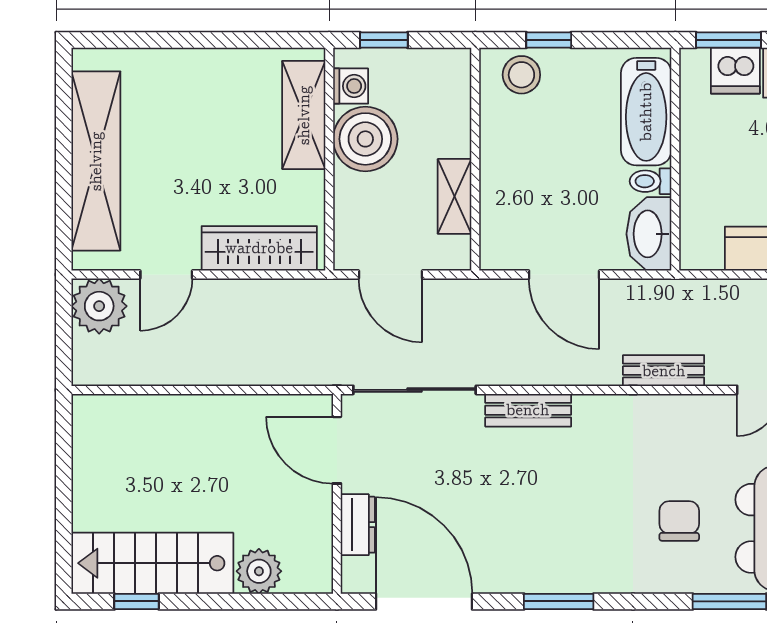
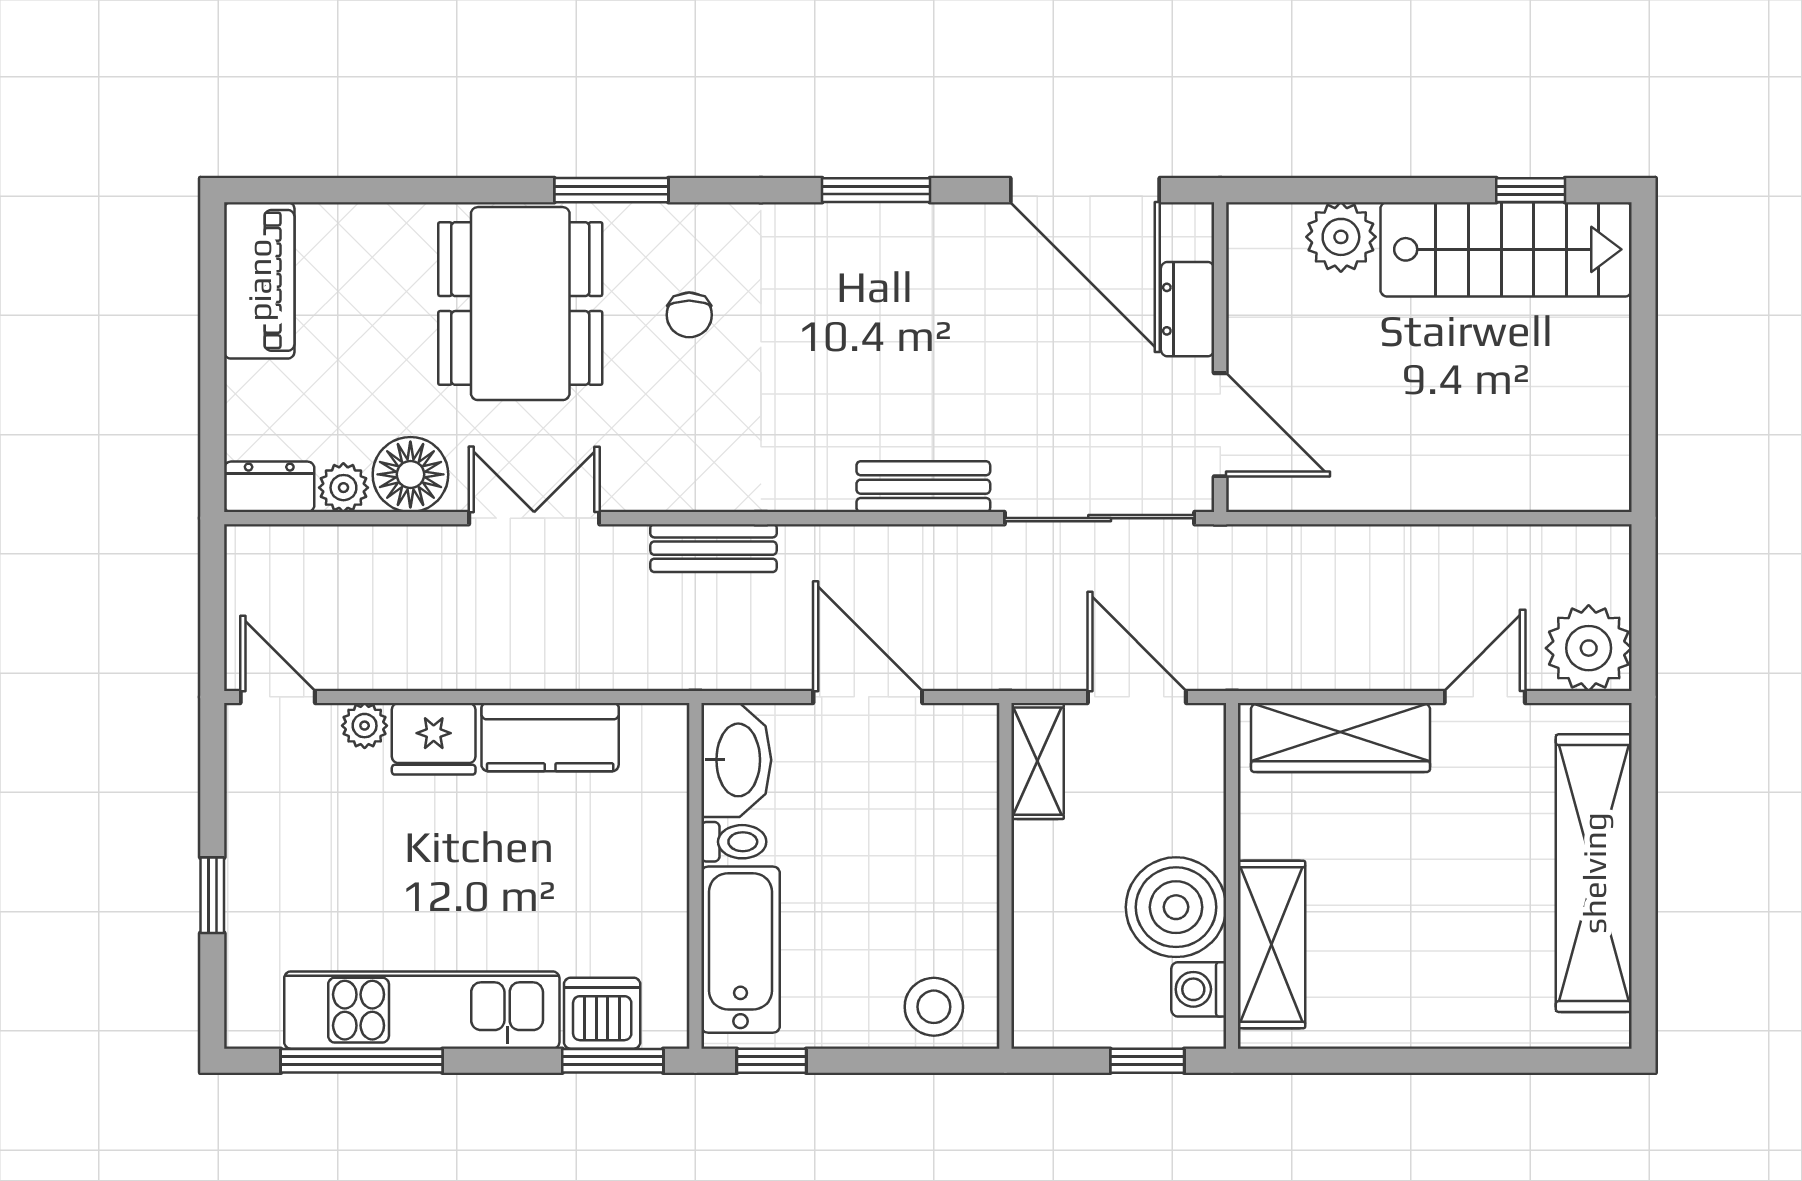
window: (549, 40) -> (771, 1061), moved
shelving: (455, 196) -> (1038, 761), moved
chair: (679, 521) -> (689, 315), width x0.73, depth x0.73

